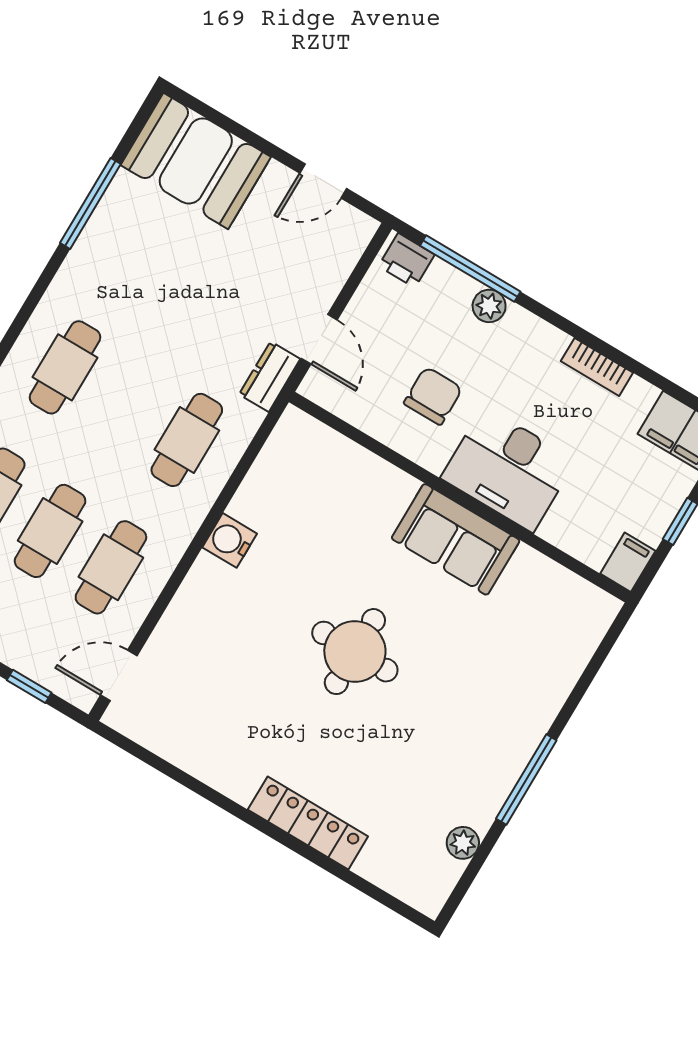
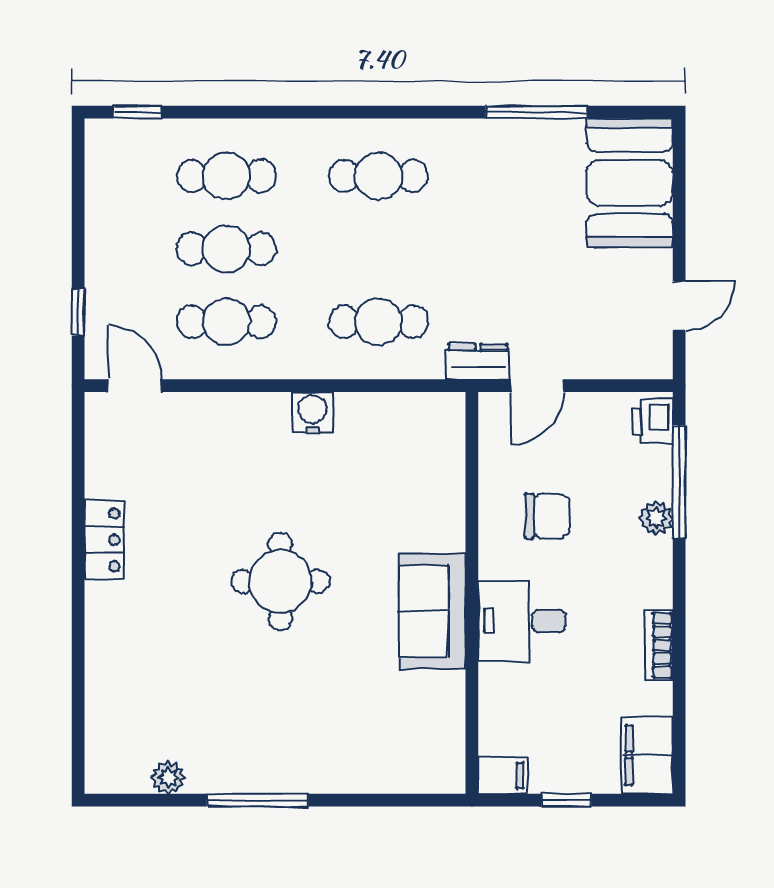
door: (323, 181) -> (679, 306), swing flipped
desk: (508, 469) -> (522, 621), width x0.73
locker: (308, 823) -> (104, 540), moved, width x0.66

